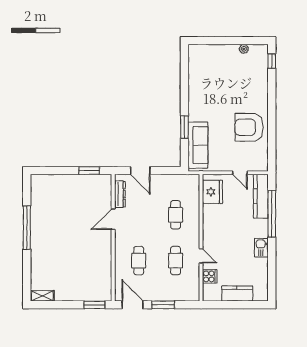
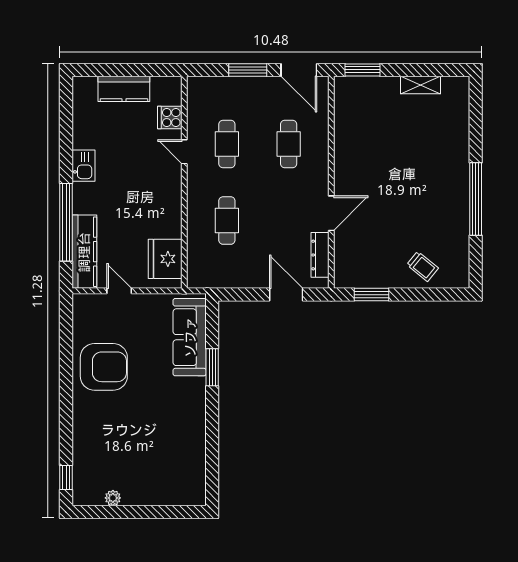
trolley: (59, 187) -> (423, 266), added
shelving: (42, 296) -> (421, 85), moved

